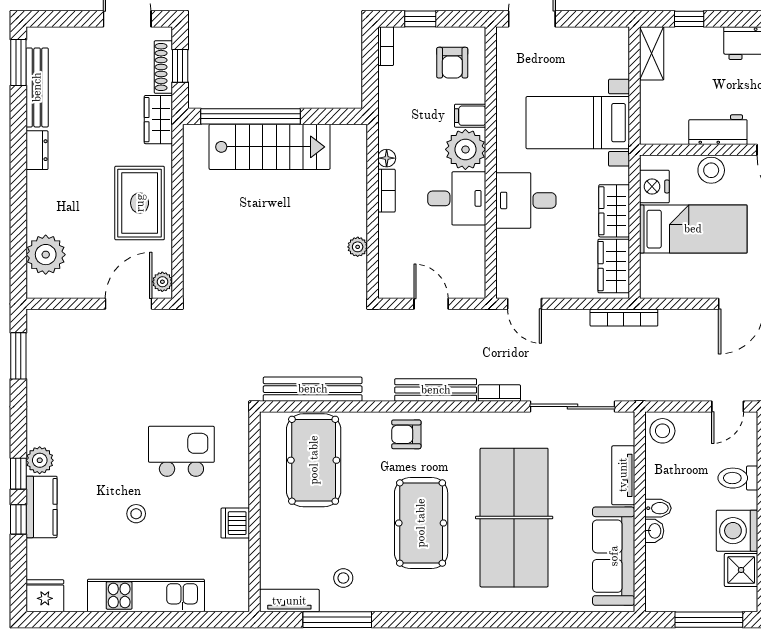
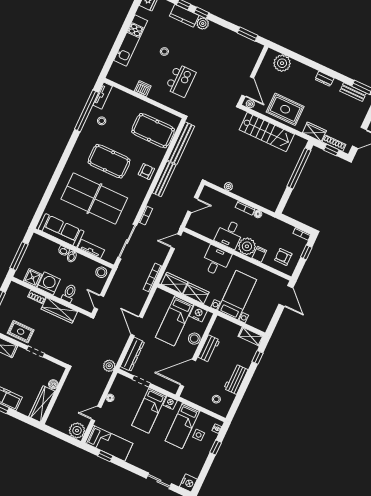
bench: (37, 87) -> (353, 92), width x0.73
stairs: (270, 147) -> (267, 132), moved, turned -90
bench: (436, 390) -> (164, 179), moved
window: (337, 620) -> (86, 111), width x1.46

